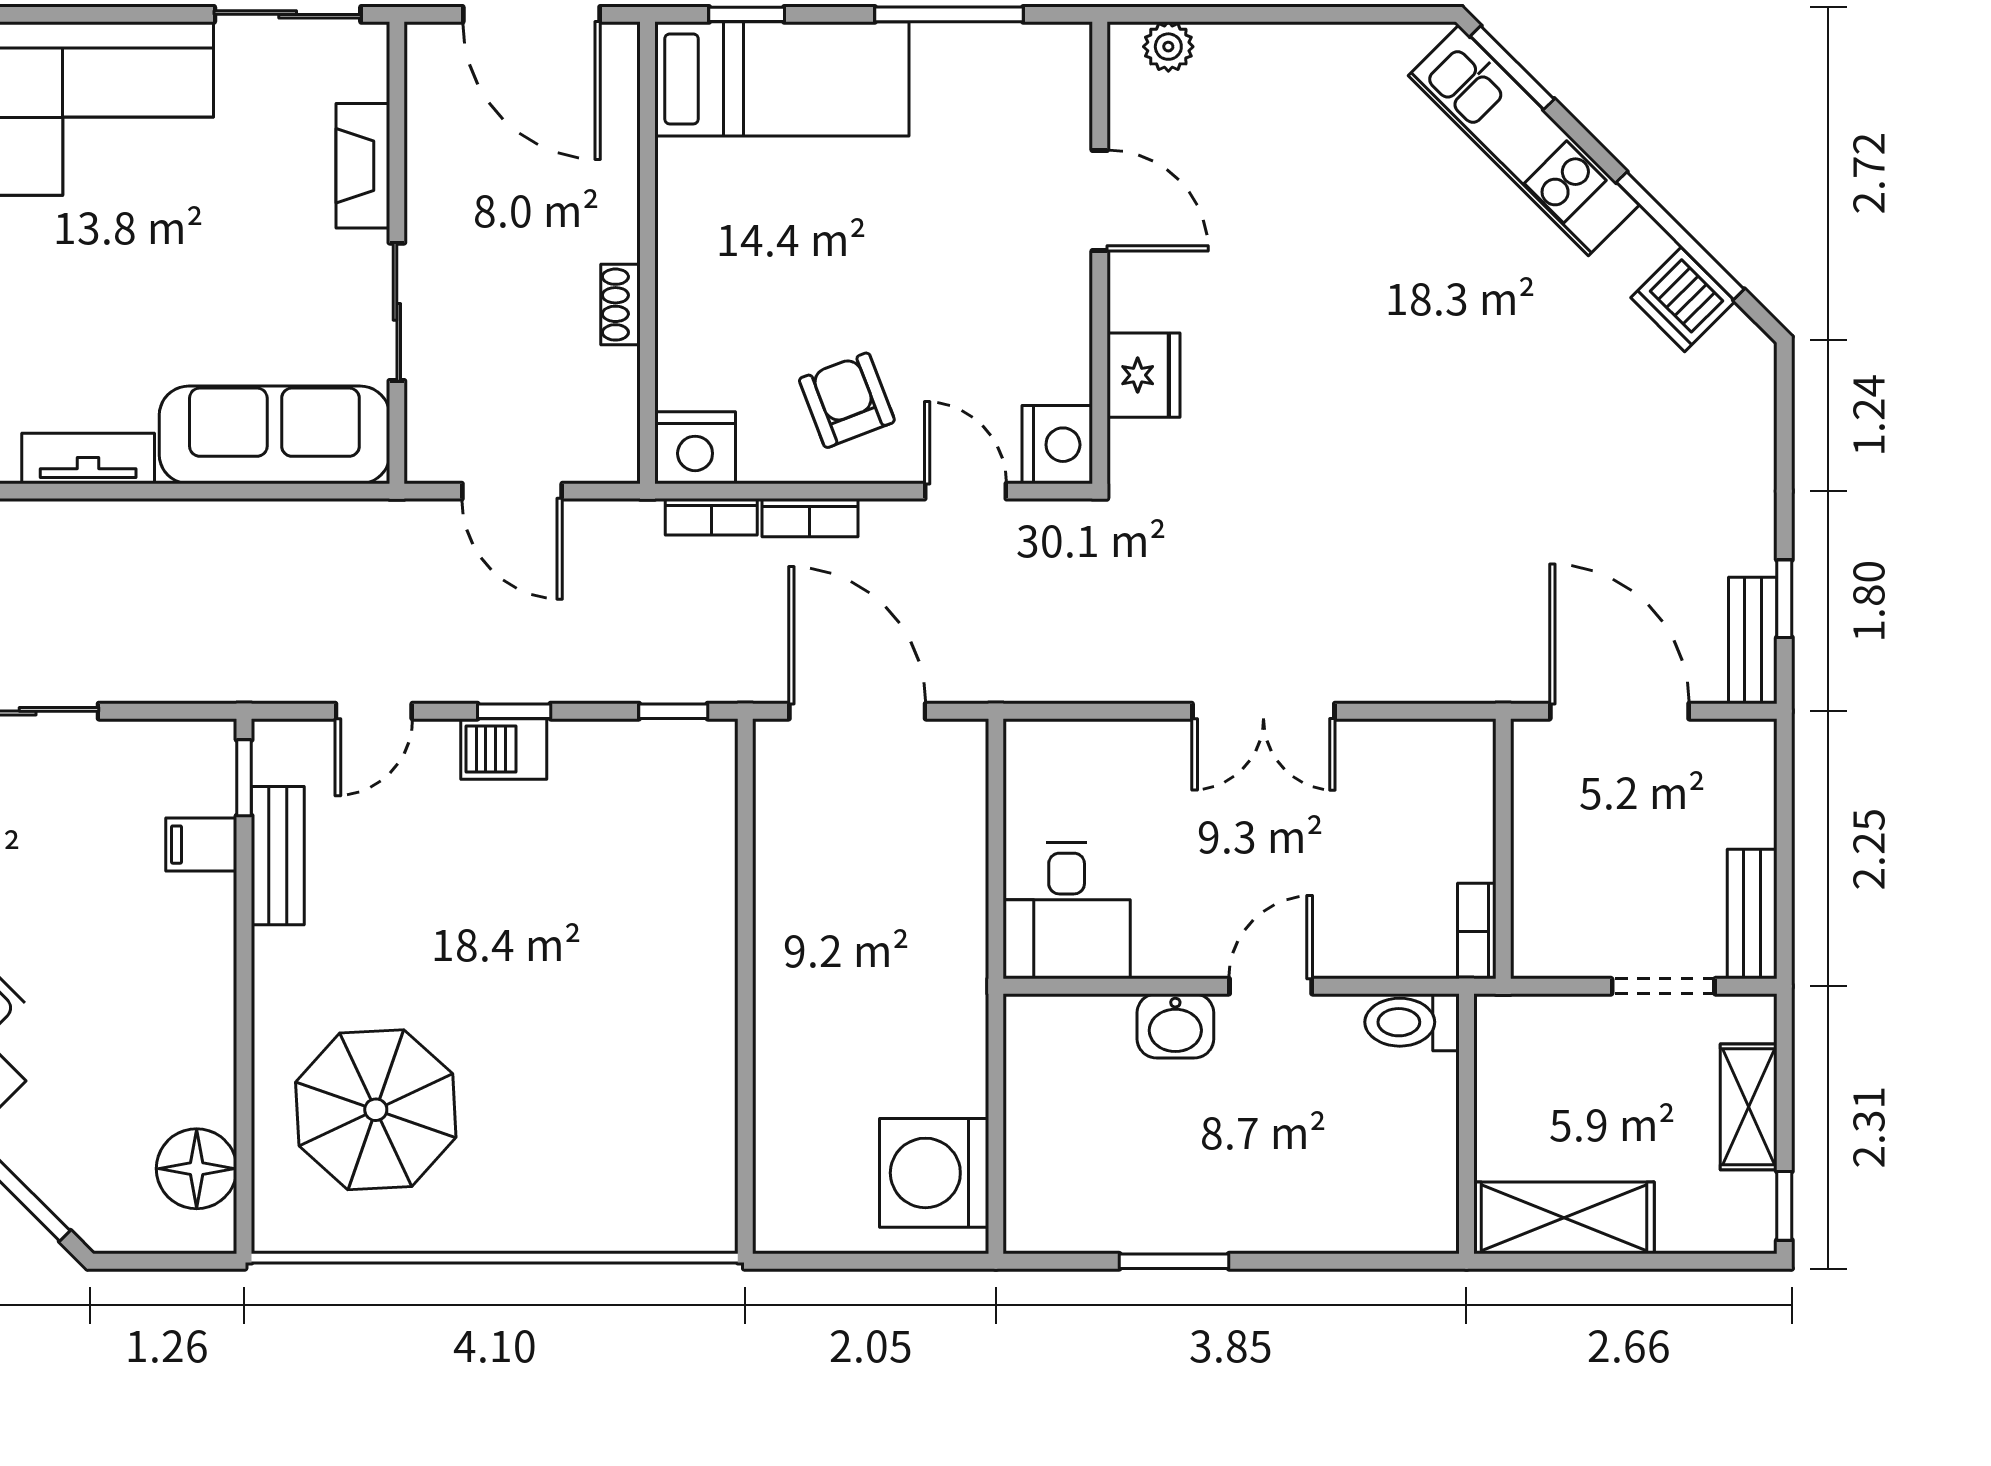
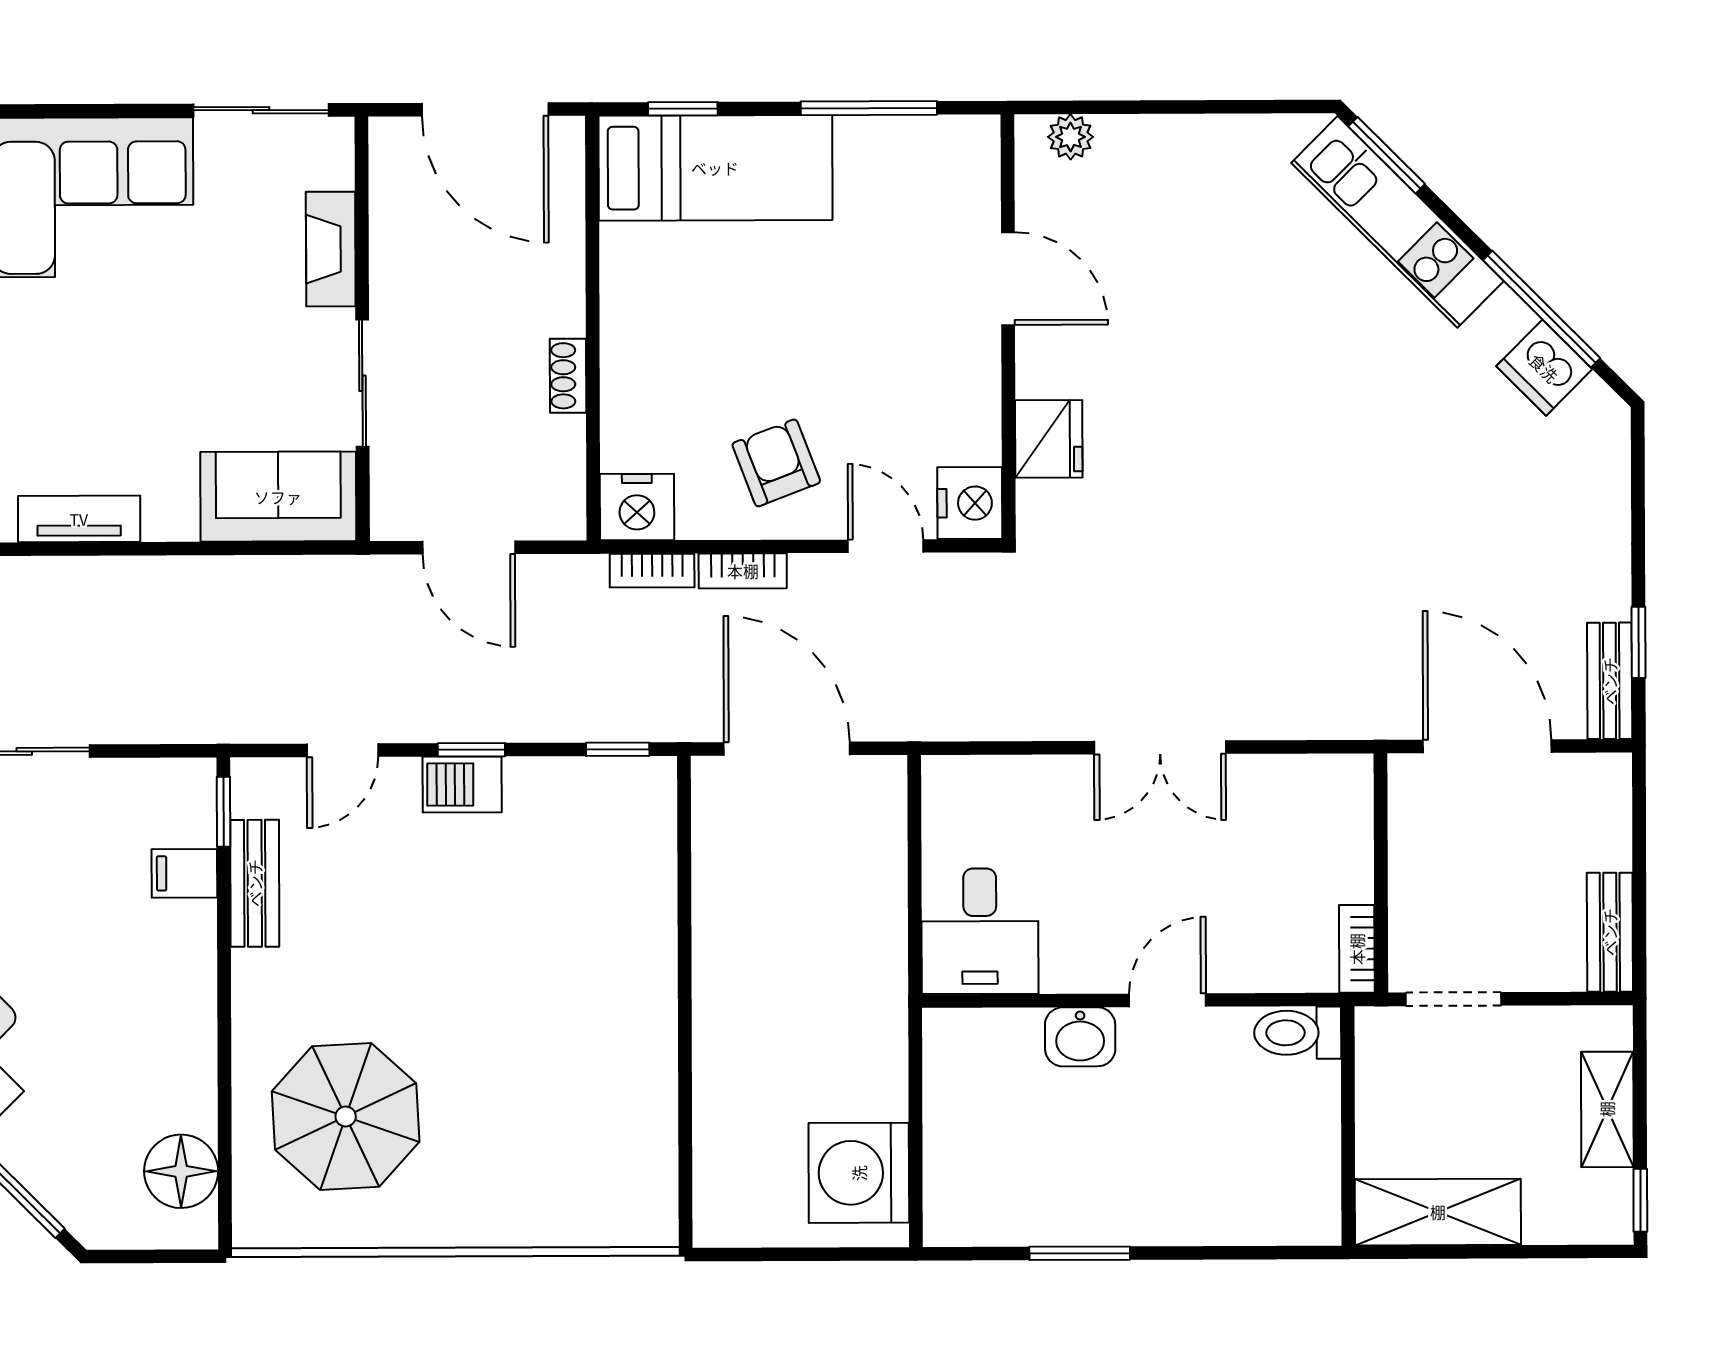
sofa: (274, 435) -> (278, 497), width x0.73
doorway: (1663, 986) -> (1454, 999), moved

